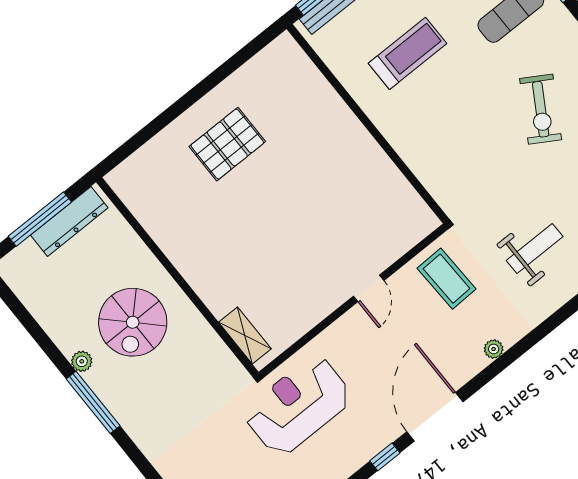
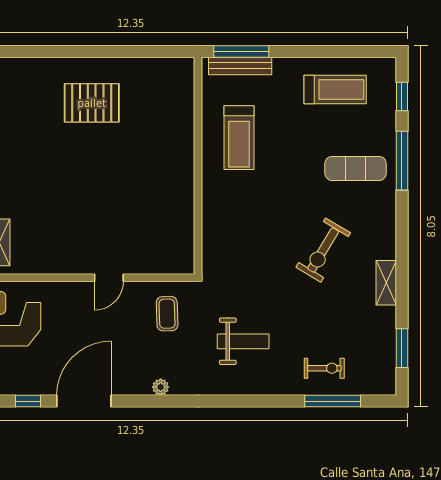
treadmill: (408, 53) -> (239, 138), moved, turned 90
coffee table: (447, 279) -> (167, 314), width x0.73, depth x0.77

